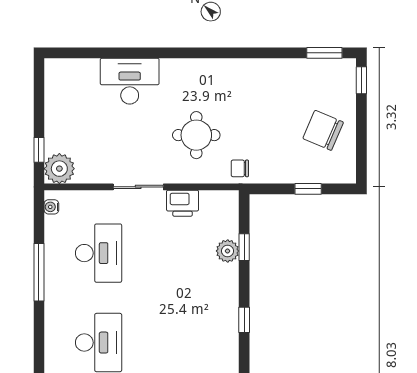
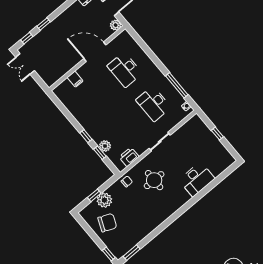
window: (39, 150) -> (217, 134), moved
plant: (59, 169) -> (104, 200), moved
printer: (183, 203) -> (129, 157), moved
window: (39, 272) -> (177, 85), moved
window: (244, 320) -> (86, 136), moved

